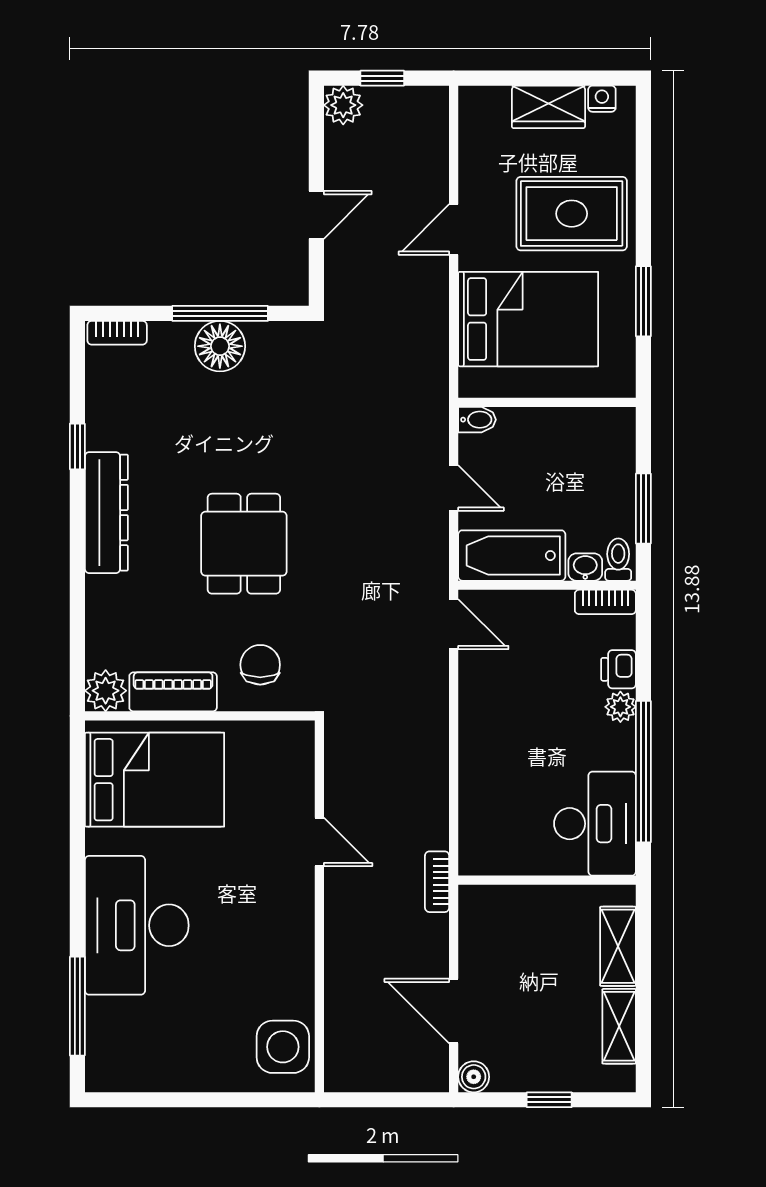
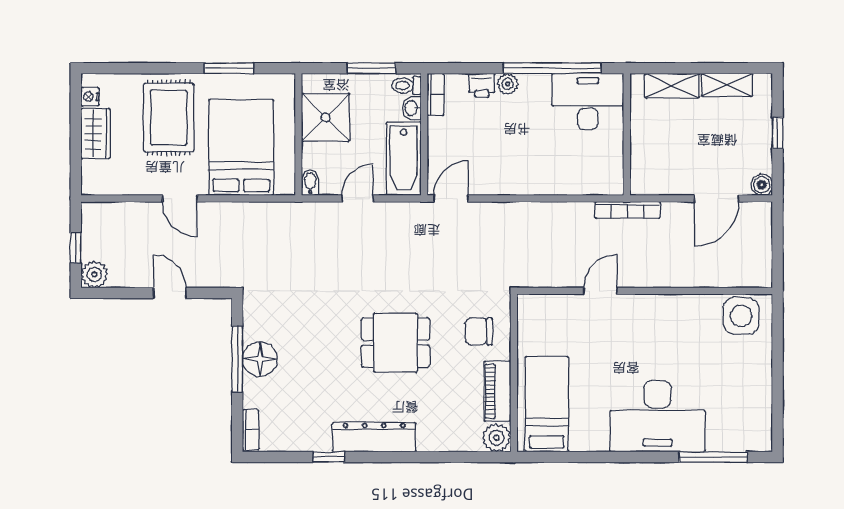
shower: (572, 442) -> (326, 117), added
bed: (154, 780) -> (547, 404), width x0.67
bookcase: (437, 882) -> (628, 210), width x1.56

